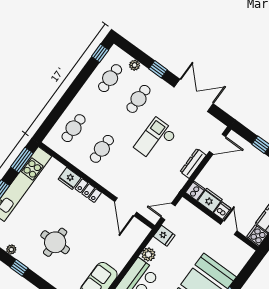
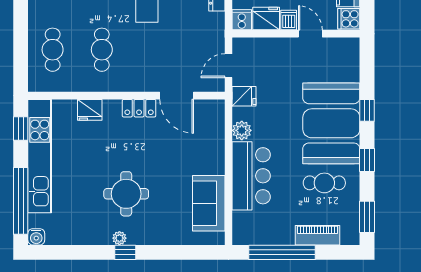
window: (22, 160) -> (21, 128), width x0.67
locker: (88, 191) -> (139, 108), moved
plant: (11, 249) -> (119, 238), moved
window: (19, 268) -> (125, 252), moved

